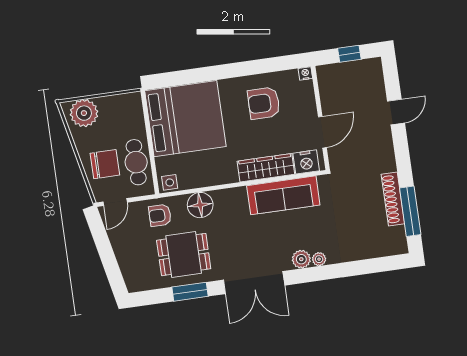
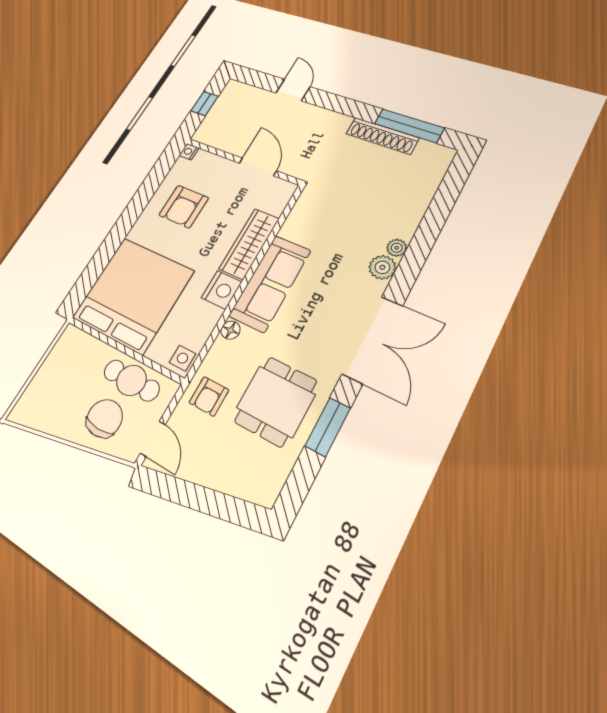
plant: (84, 113) -> (37, 400), removed
nightstand: (306, 162) -> (222, 290), moved
sofa: (283, 195) -> (270, 283), moved
floor lamp: (200, 205) -> (231, 330), width x0.53, depth x0.53

